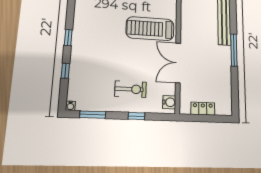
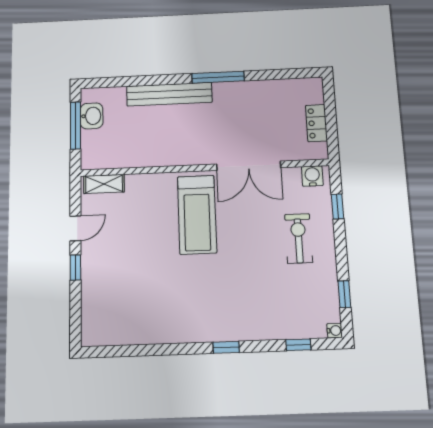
window: (65, 71) -> (298, 345), moved
window: (93, 115) -> (344, 294), width x0.67
window: (136, 116) -> (338, 206), moved

